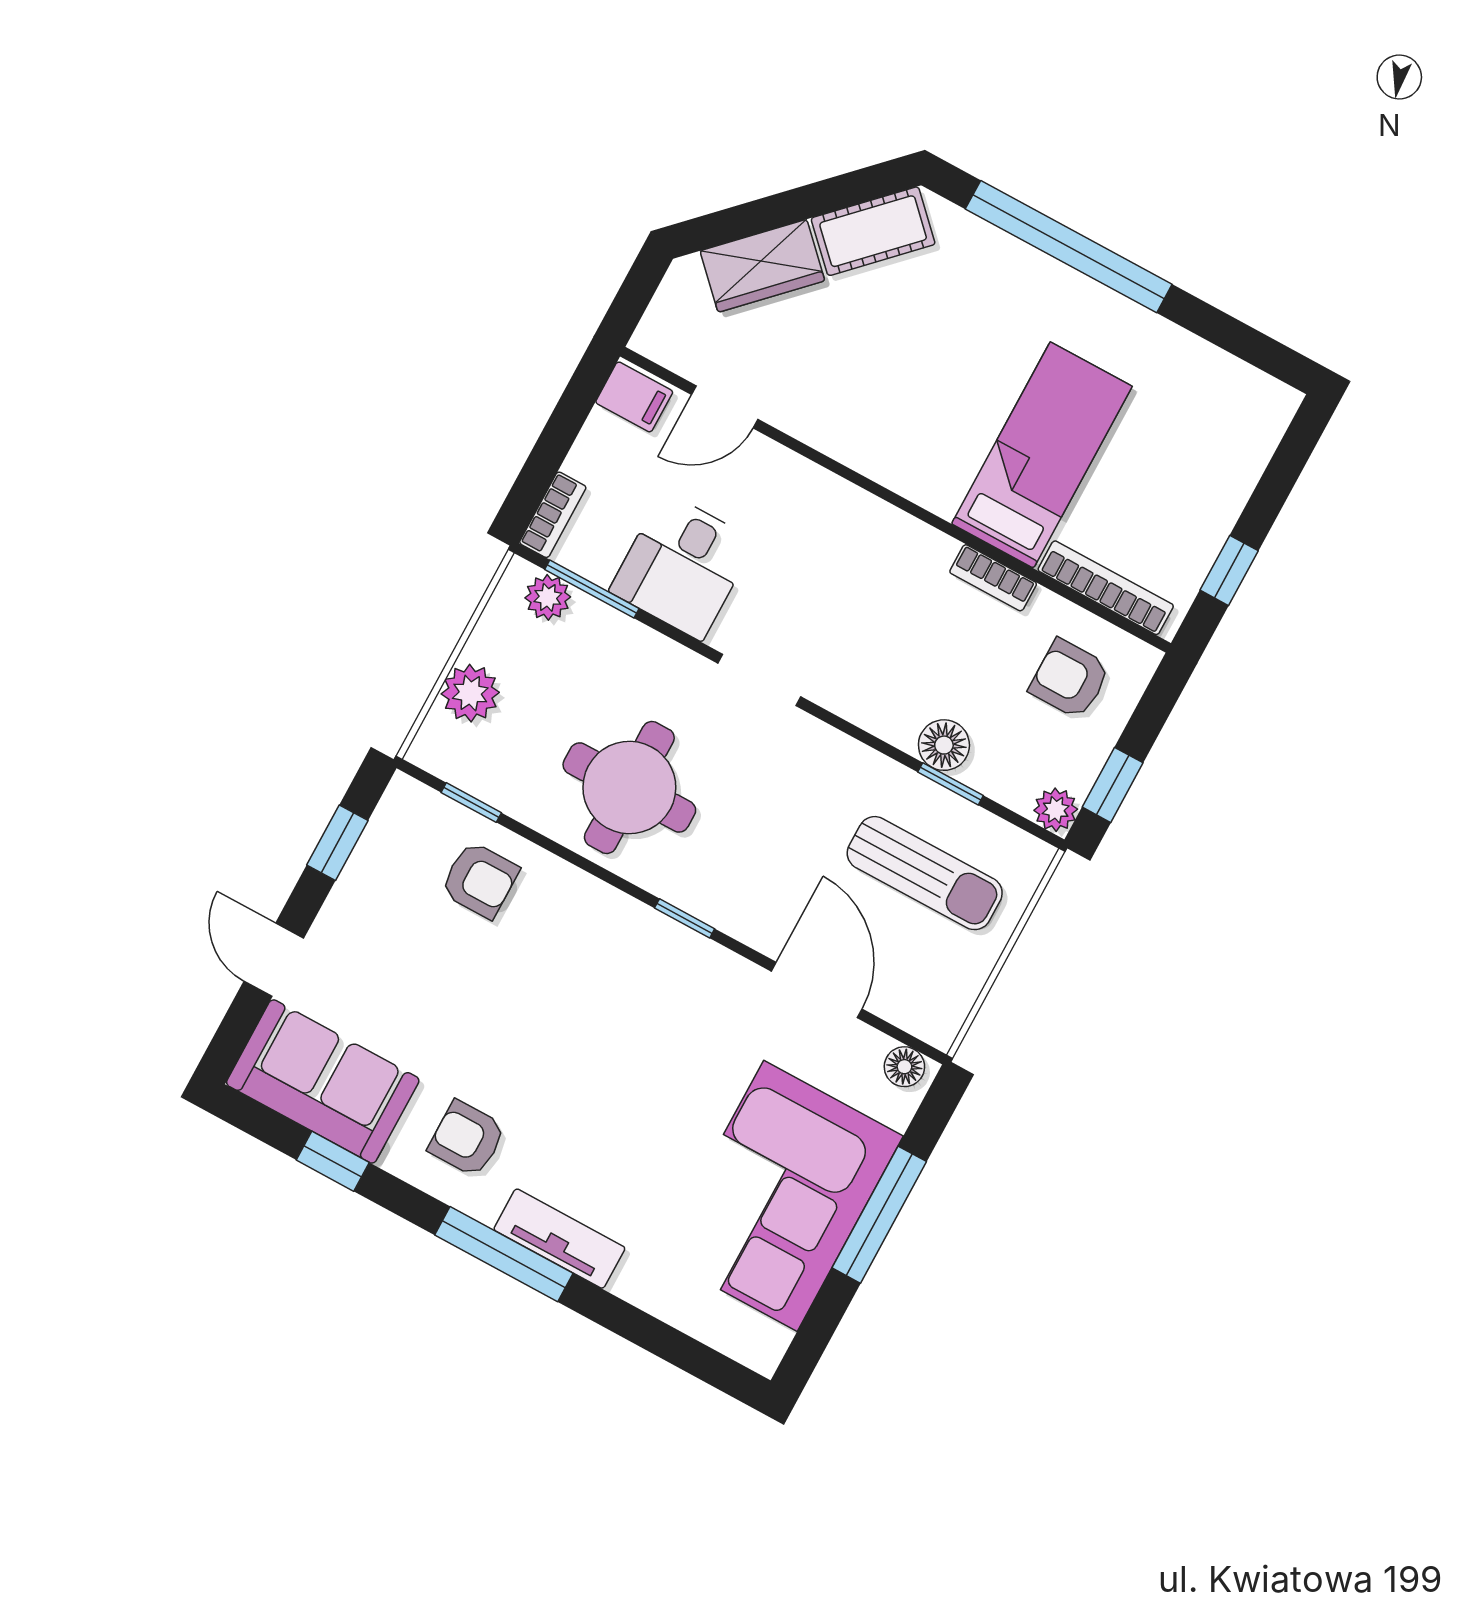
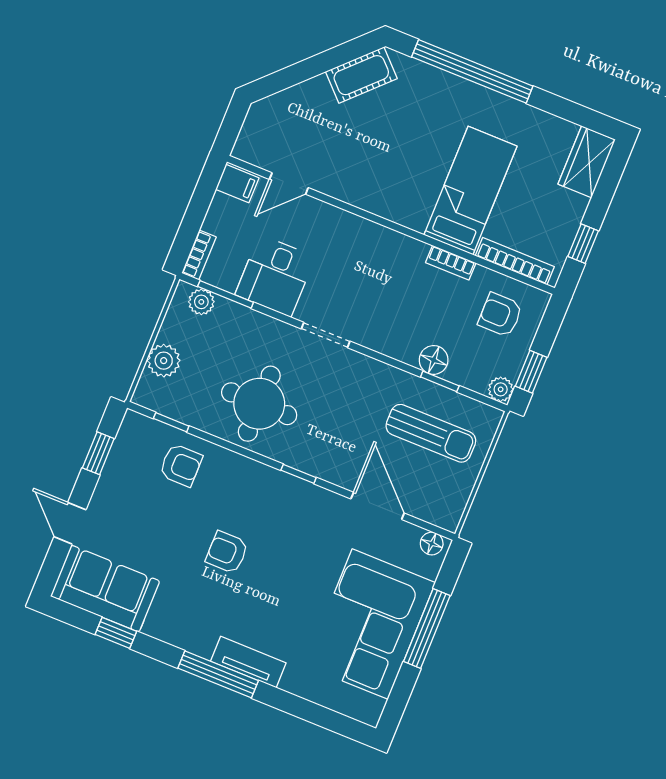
wardrobe: (762, 266) -> (587, 162), moved, turned 135
armchair: (467, 1139) -> (227, 552), moved

